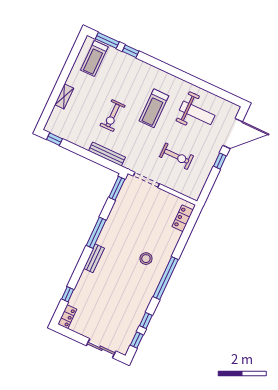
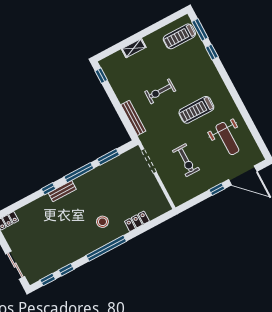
window: (117, 188) -> (108, 157), moved
locker: (183, 218) -> (137, 221), moved
window: (68, 294) -> (49, 189), moved

